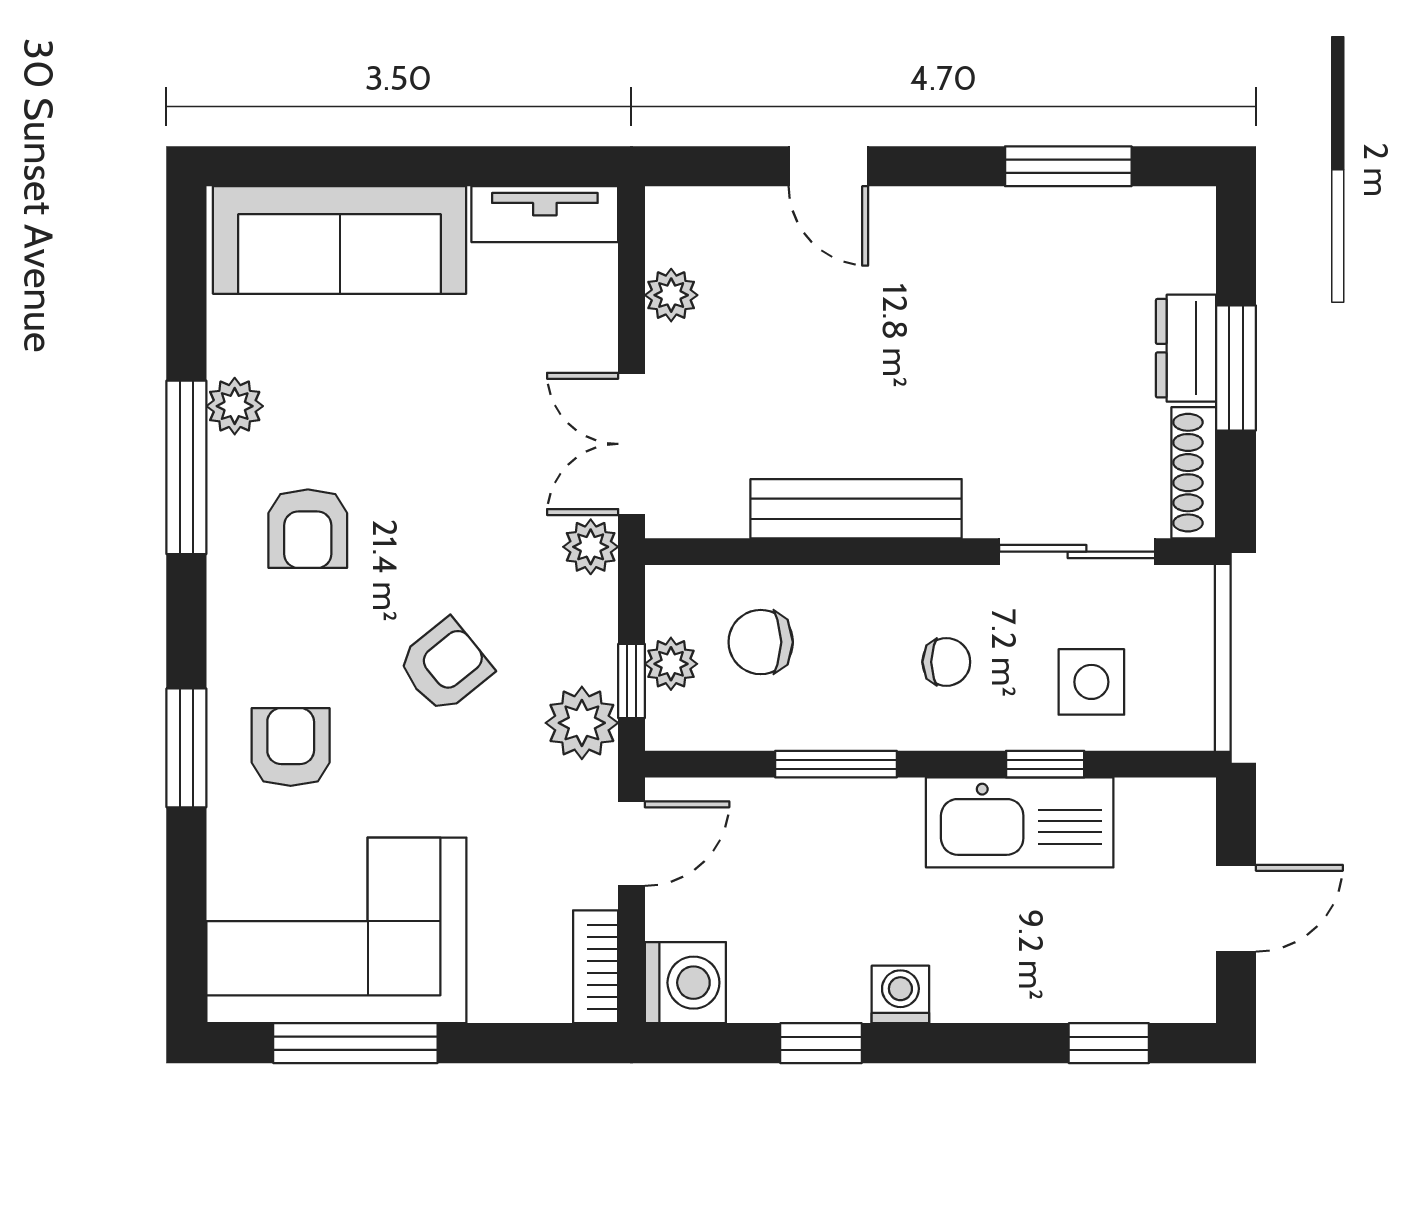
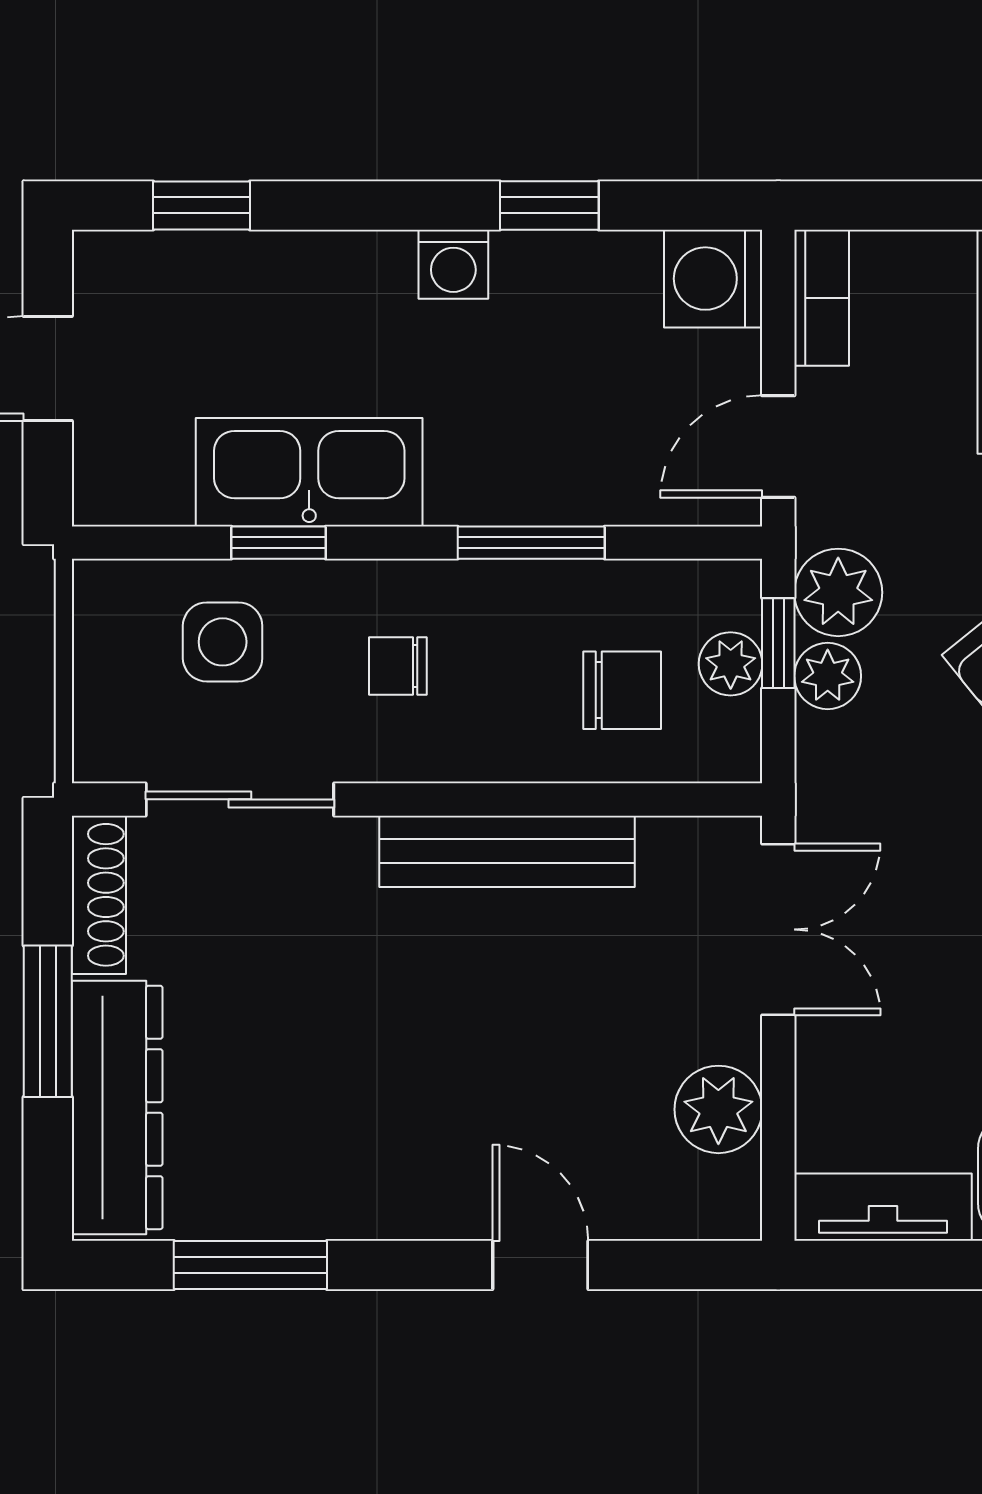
plant: (671, 295) -> (718, 1109), width x1.38, depth x1.38
dresser: (1186, 348) -> (117, 1107), width x1.96, depth x1.24
plant: (591, 547) -> (828, 676), moved

